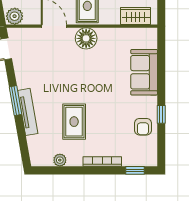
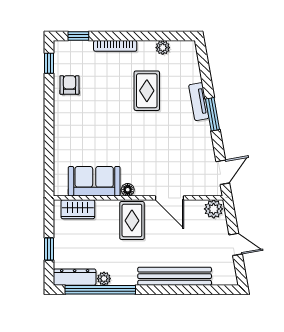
floor lamp: (86, 38) -> (128, 190), width x0.53, depth x0.53
sofa: (144, 72) -> (94, 181), moved, turned -90
tv unit: (28, 112) -> (199, 102), width x0.71
window: (161, 114) -> (49, 63), moved

